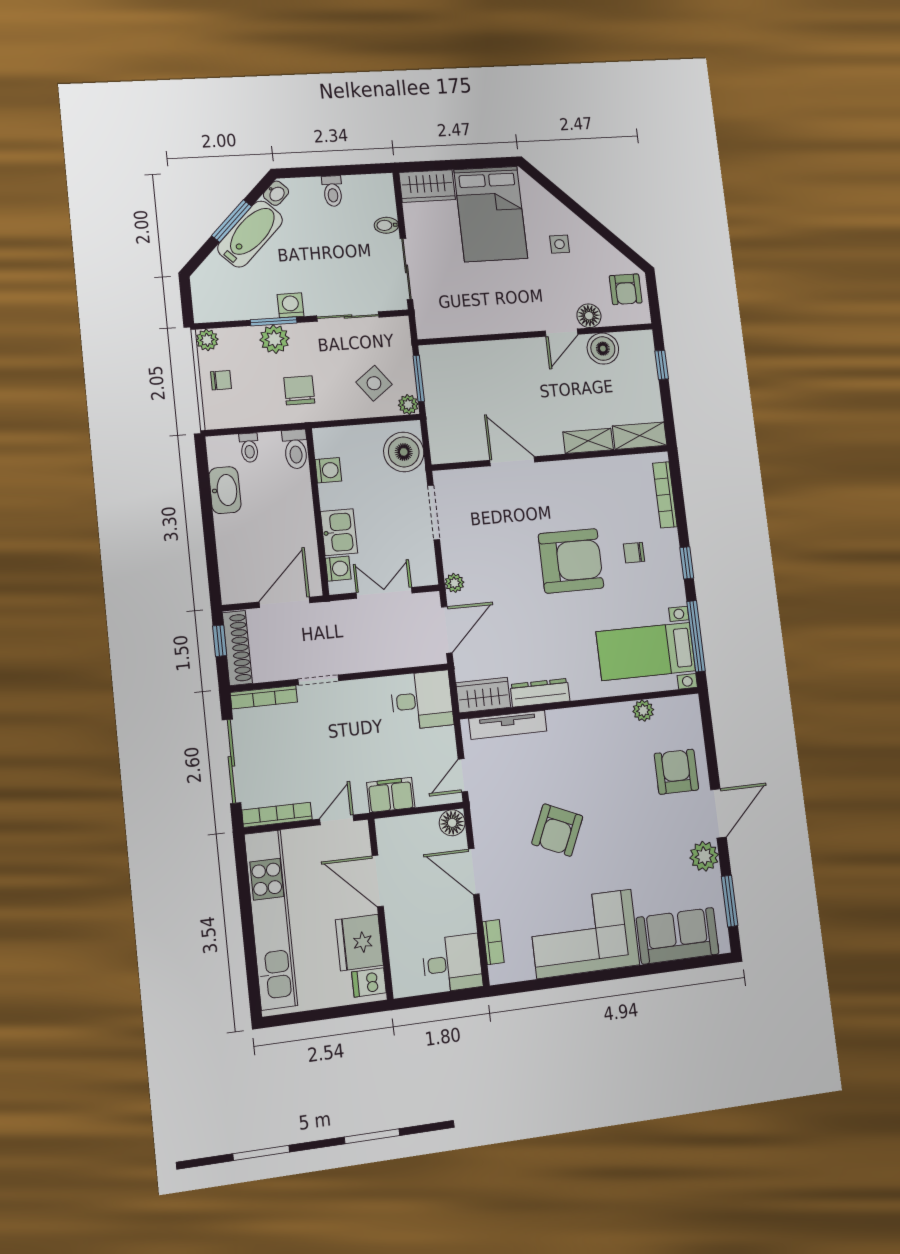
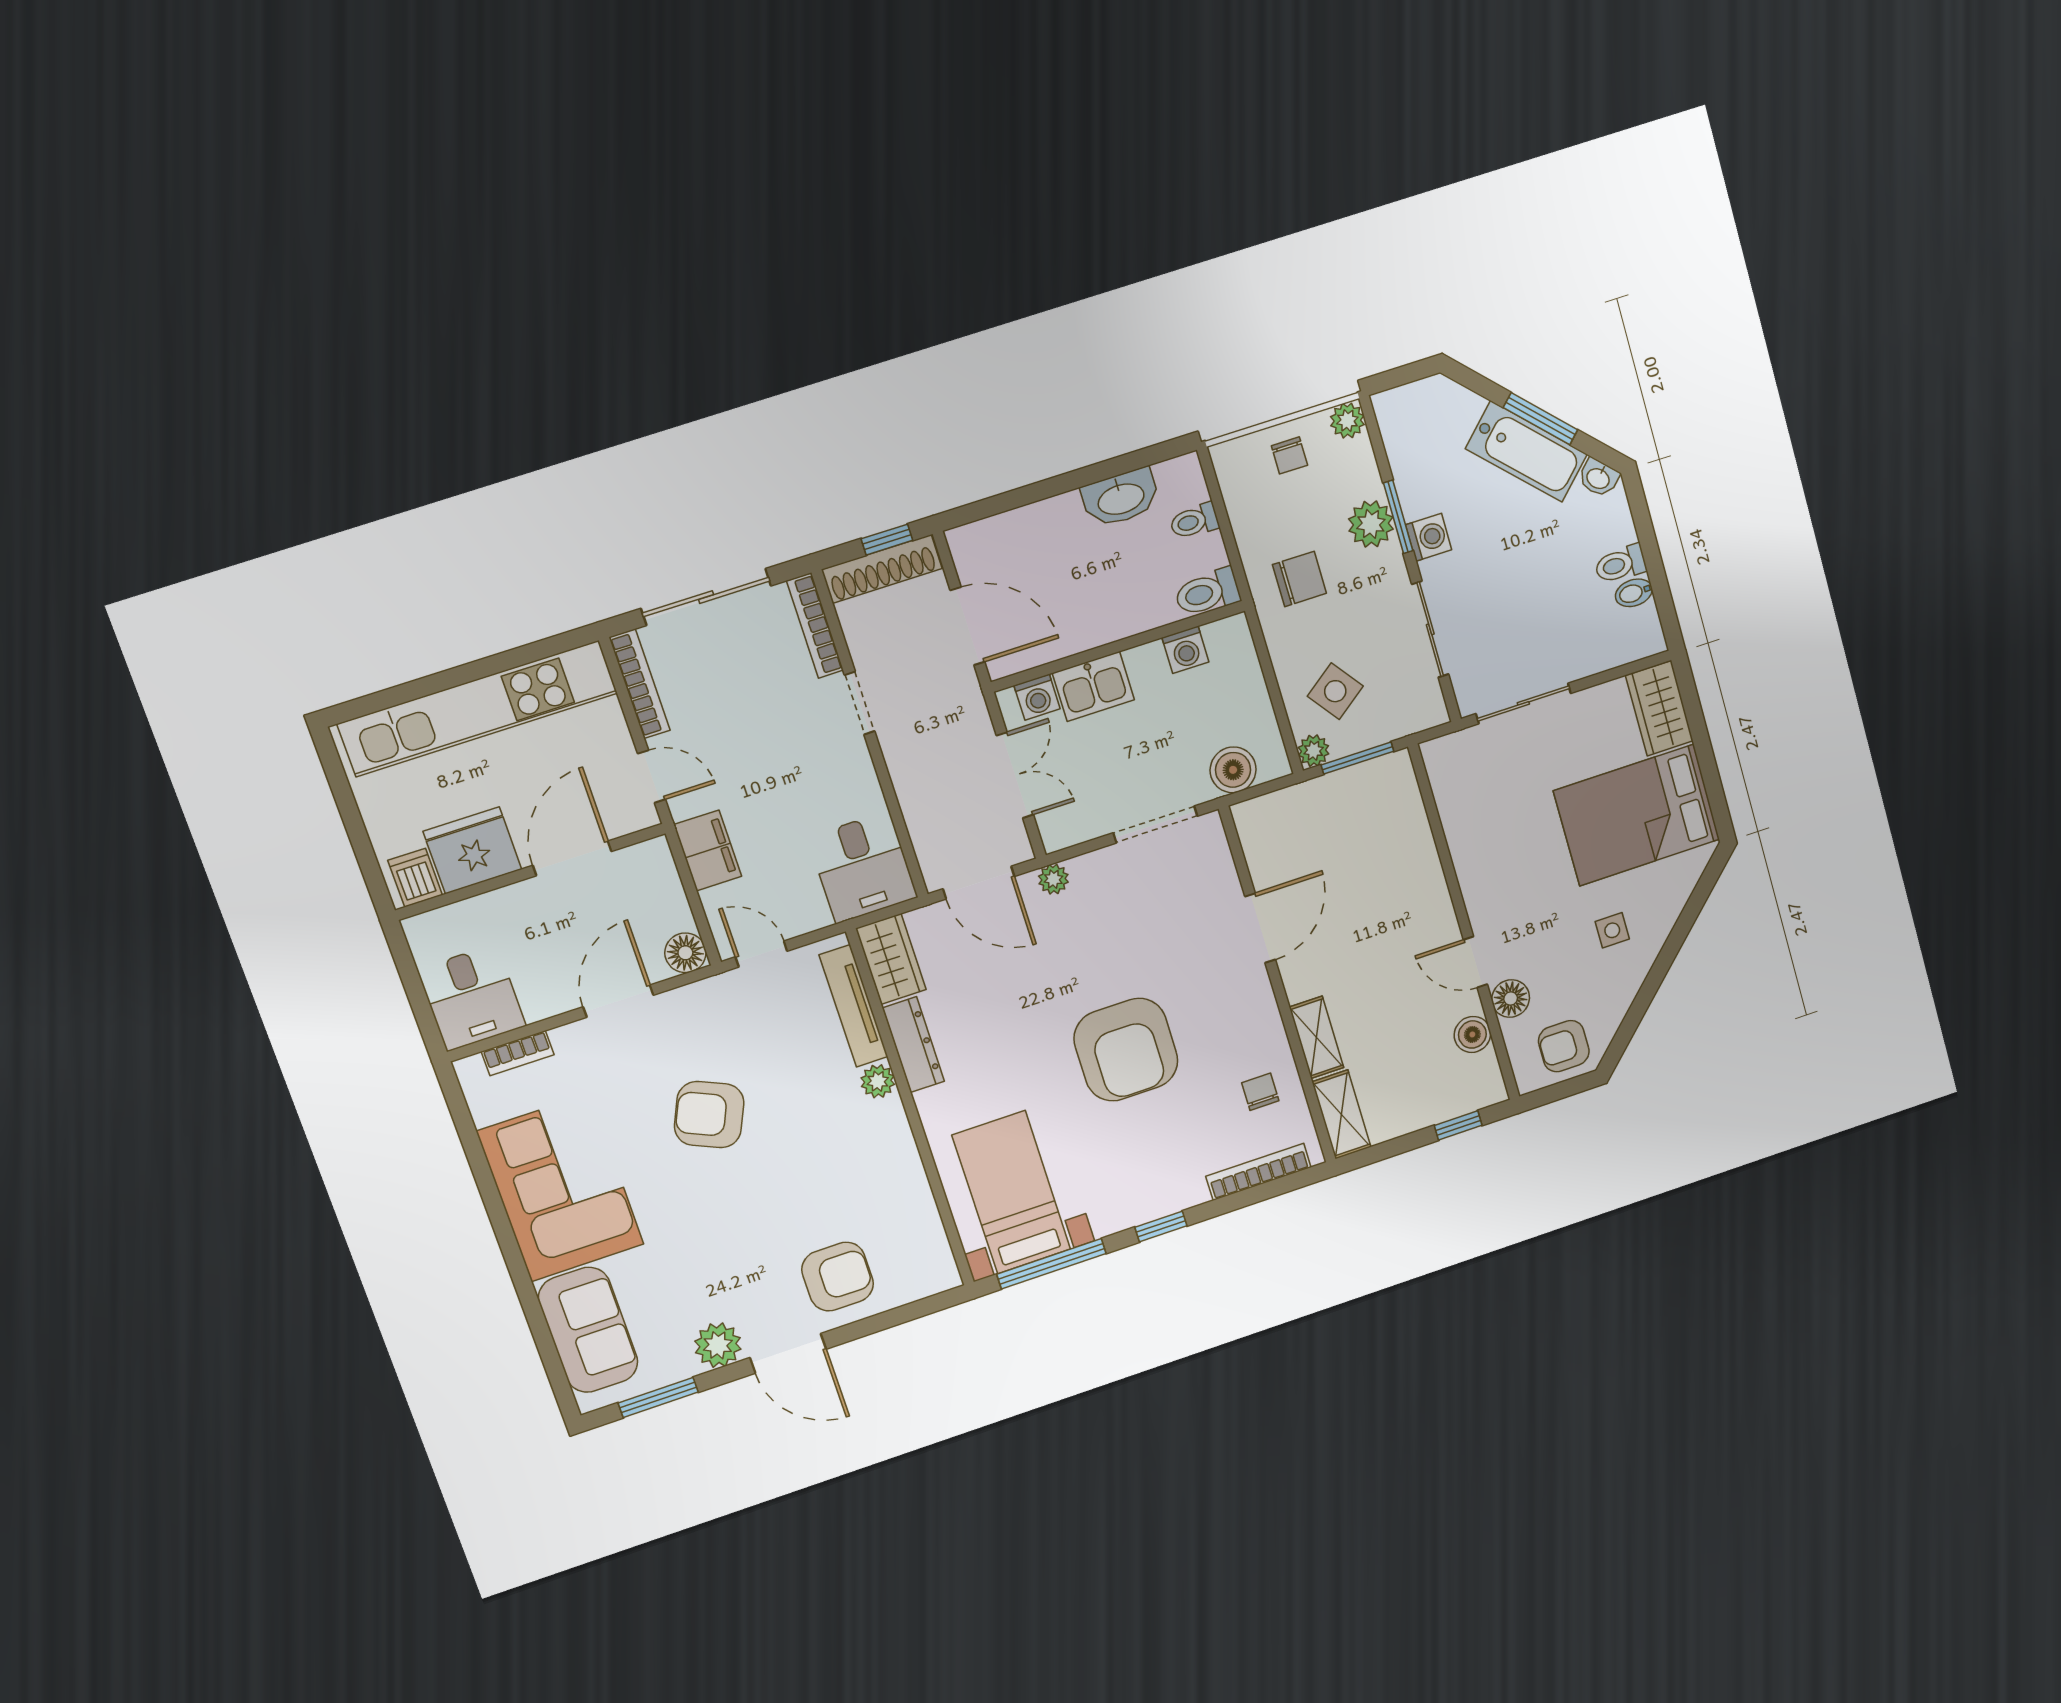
bidet: (386, 225) -> (1634, 593), moved, turned -90
boiler: (603, 349) -> (1472, 1034), width x0.73, depth x0.73
boiler: (404, 452) -> (1233, 770), width x0.73, depth x0.73
chair: (634, 553) -> (1260, 1092), moved
plant: (643, 711) -> (878, 1081), moved

